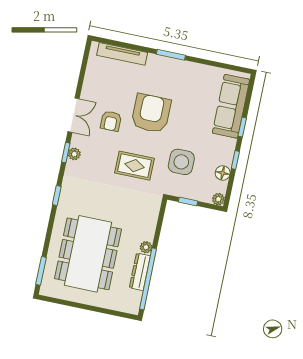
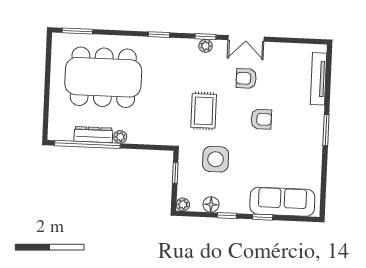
armchair: (151, 113) -> (261, 119), width x0.53, depth x0.53

